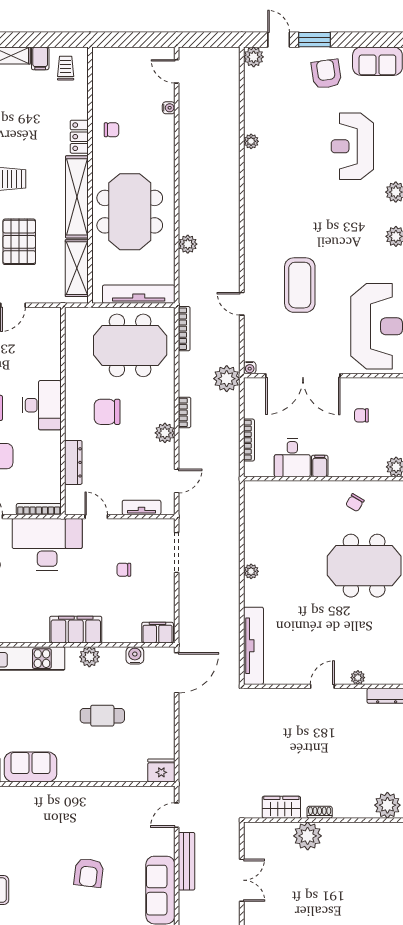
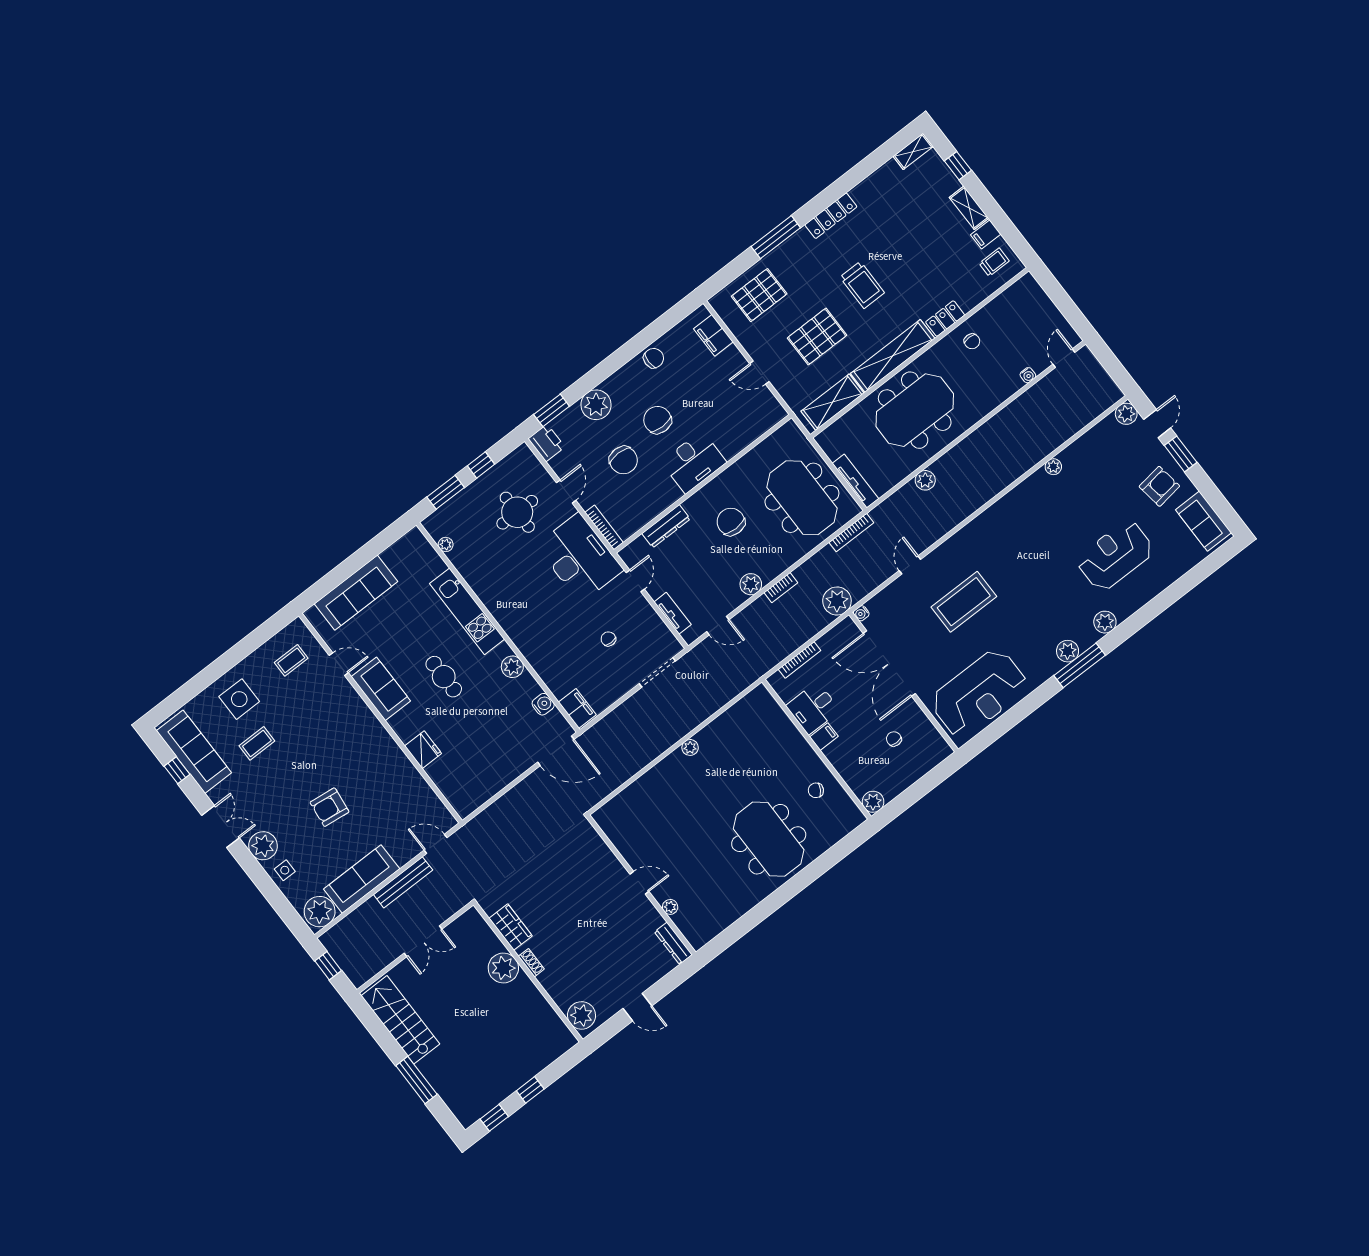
tv unit: (139, 294) -> (855, 481), width x0.73, depth x0.78
filing cabinet: (76, 630) -> (526, 637), removed
tv unit: (253, 646) -> (629, 798), removed
cafe table: (102, 716) -> (444, 677), moved
fridge: (161, 770) -> (423, 750), moved

